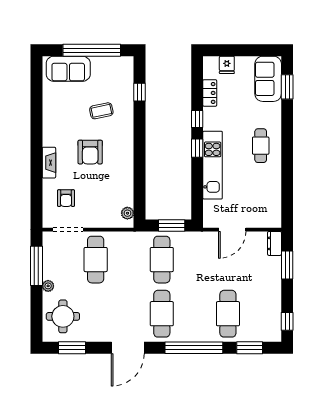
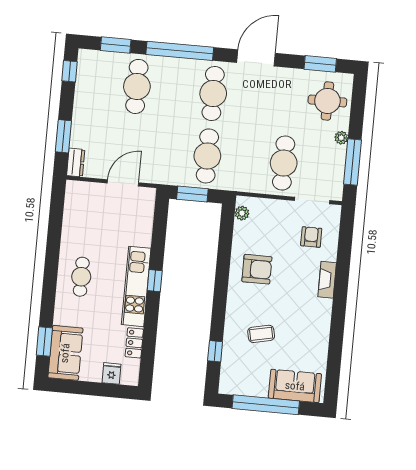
window: (197, 119) -> (152, 314), removed
armchair: (90, 152) -> (257, 269), moved, turned 90
kitchen unit: (213, 165) -> (136, 286), moved

